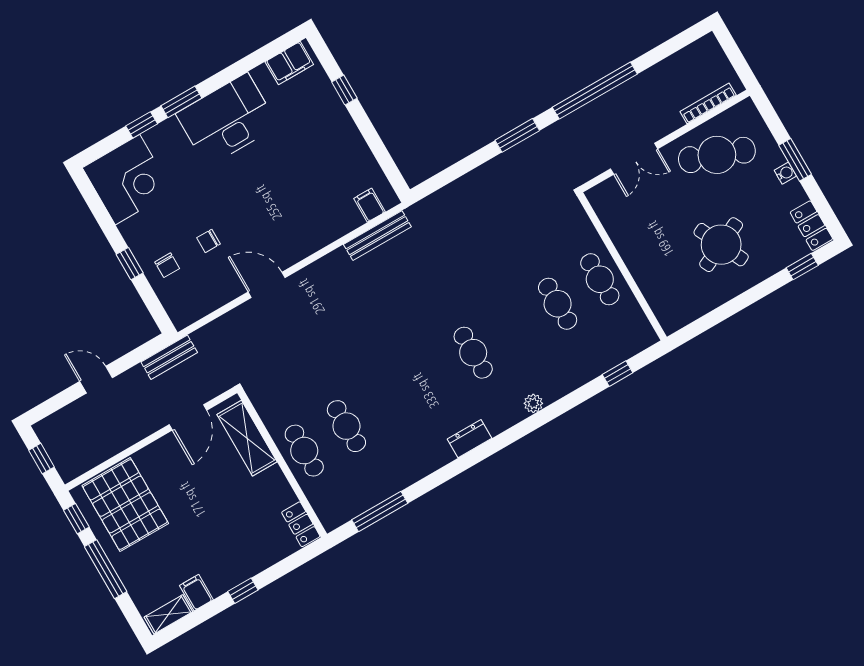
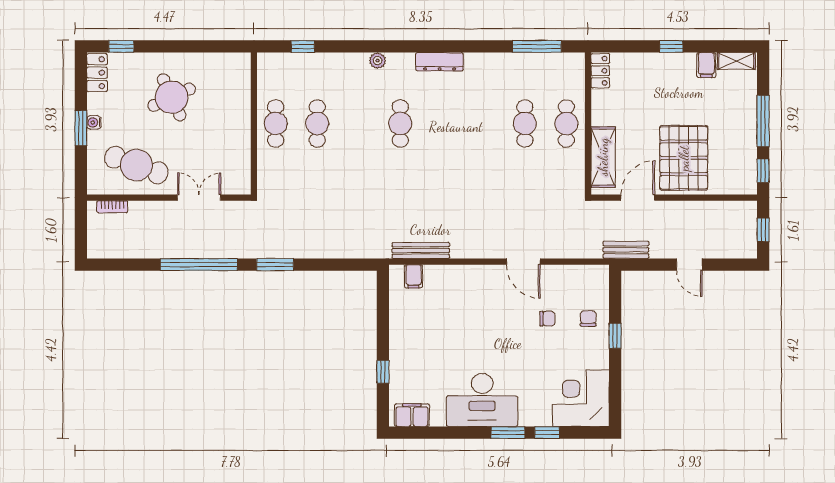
bookcase: (708, 103) -> (112, 207), width x0.64
dresser: (470, 439) -> (440, 62), width x1.44
pallet: (125, 505) -> (684, 158), moved

